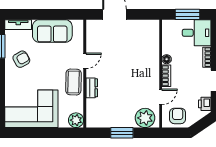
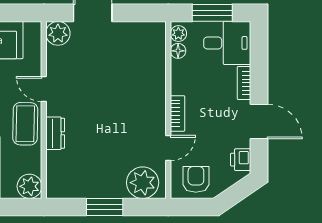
plant: (93, 27) -> (58, 33), added
plant: (167, 27) -> (178, 34), added
floor lamp: (167, 59) -> (178, 51), moved
door: (85, 61) -> (44, 89), swing flipped

